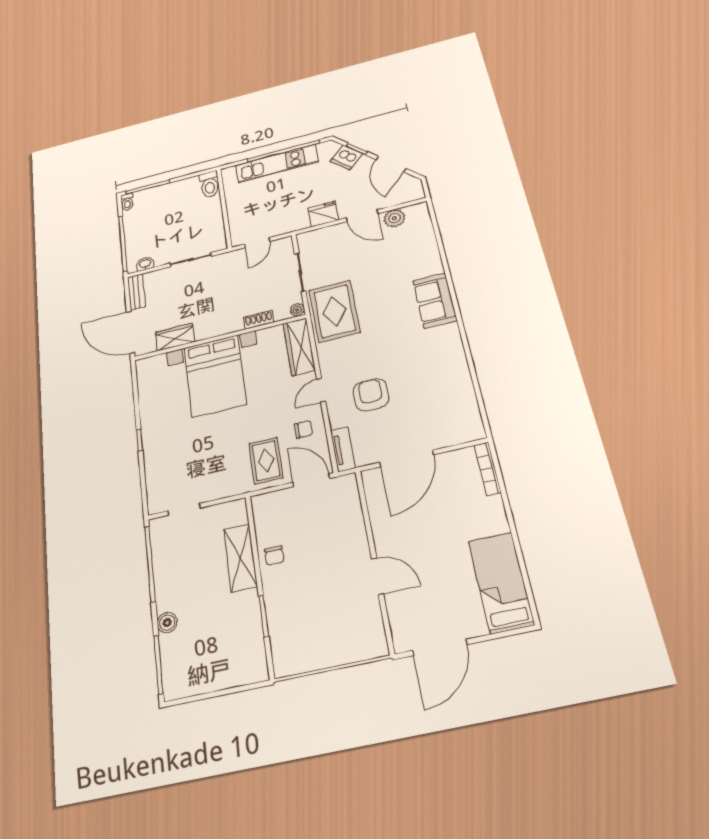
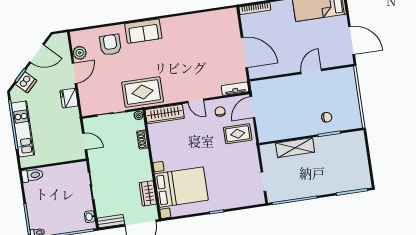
bed with nightstands: (215, 376) -> (181, 187), moved
armchair: (371, 395) -> (110, 45), moved, turned 90
chair: (274, 556) -> (327, 117), moved
boiler: (167, 623) -> (329, 188), removed

